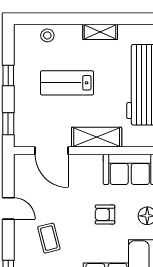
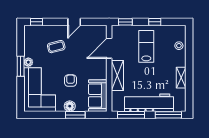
lab bench: (67, 83) -> (146, 46), moved

